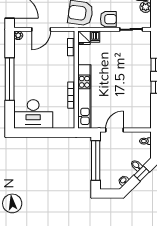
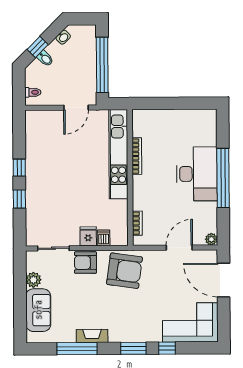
fridge: (84, 38) -> (88, 236), moved
desk: (33, 114) -> (197, 174), moved, turned 90

